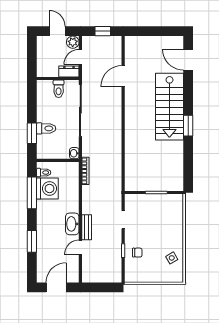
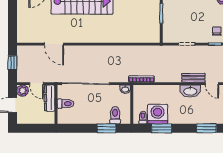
dresser: (69, 71) -> (50, 98), width x1.44
toilet: (46, 128) -> (115, 115), moved
window: (32, 193) -> (162, 128), width x0.69

